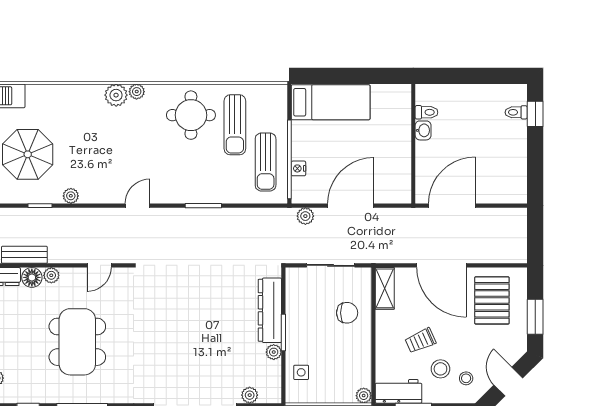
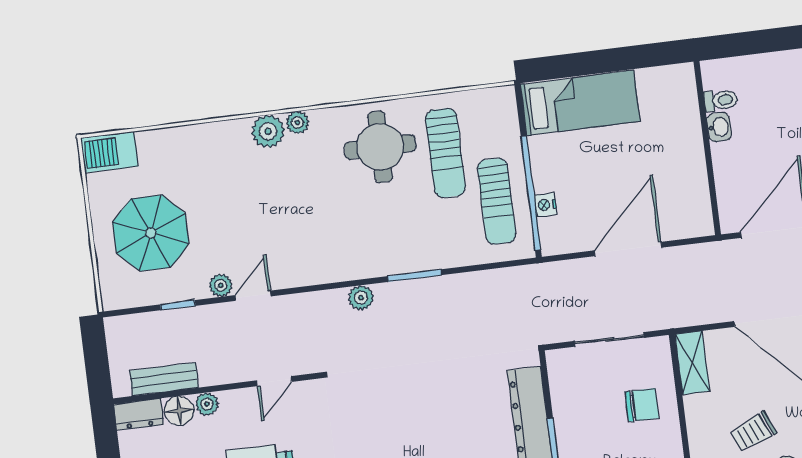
door: (138, 206) -> (253, 296), moved
plant: (305, 216) -> (361, 298), moved

